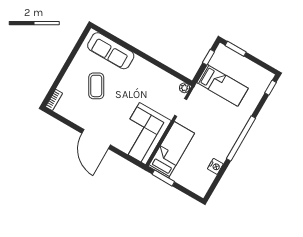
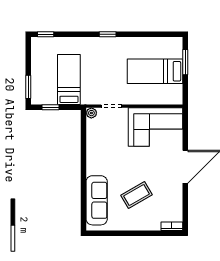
window: (241, 138) -> (108, 34), width x0.32
bed: (171, 150) -> (155, 71), moved
nightstand: (215, 166) -> (147, 43), removed
window: (163, 178) -> (185, 62), moved

